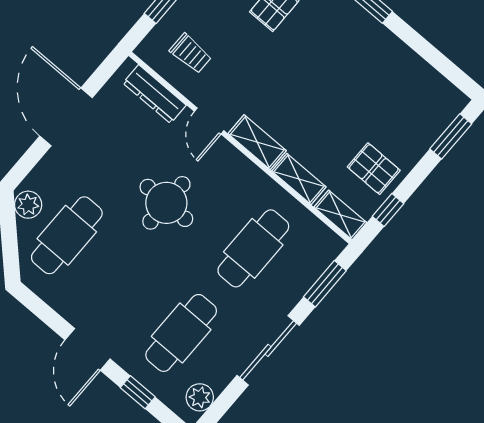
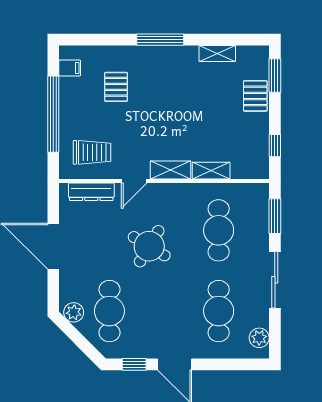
trolley: (191, 53) -> (92, 152), width x1.36, depth x1.39
door: (209, 121) -> (134, 181), hinge flipped
pallet: (374, 169) -> (255, 96), moved, turned 90
round table: (166, 203) -> (149, 246), turned 31
shelving: (340, 215) -> (217, 53), moved
window: (138, 392) -> (134, 364), moved

